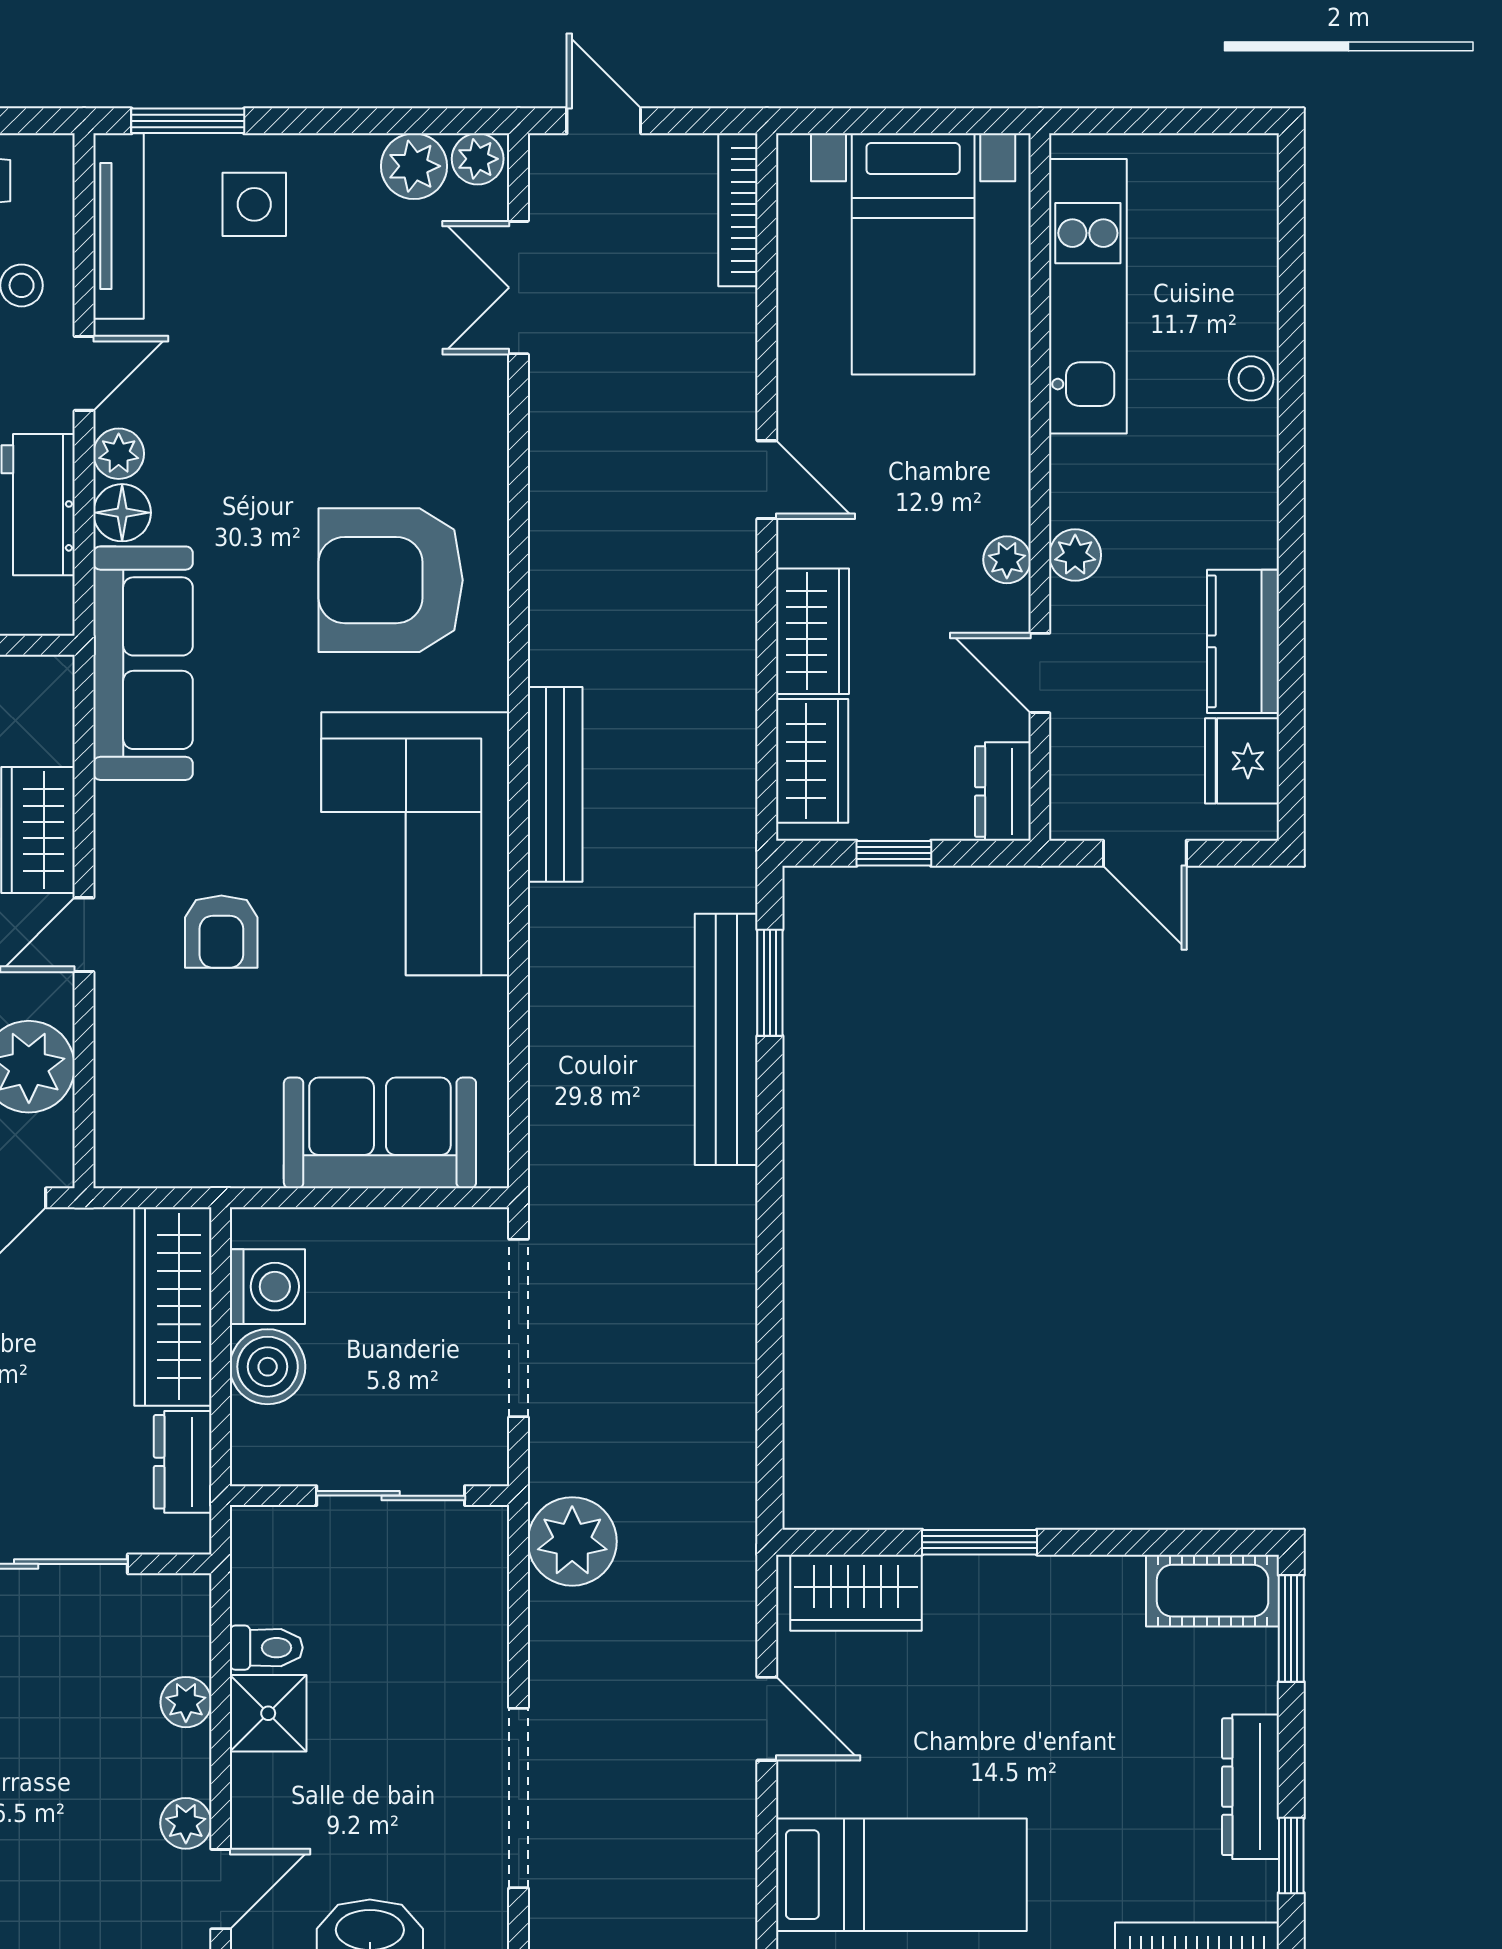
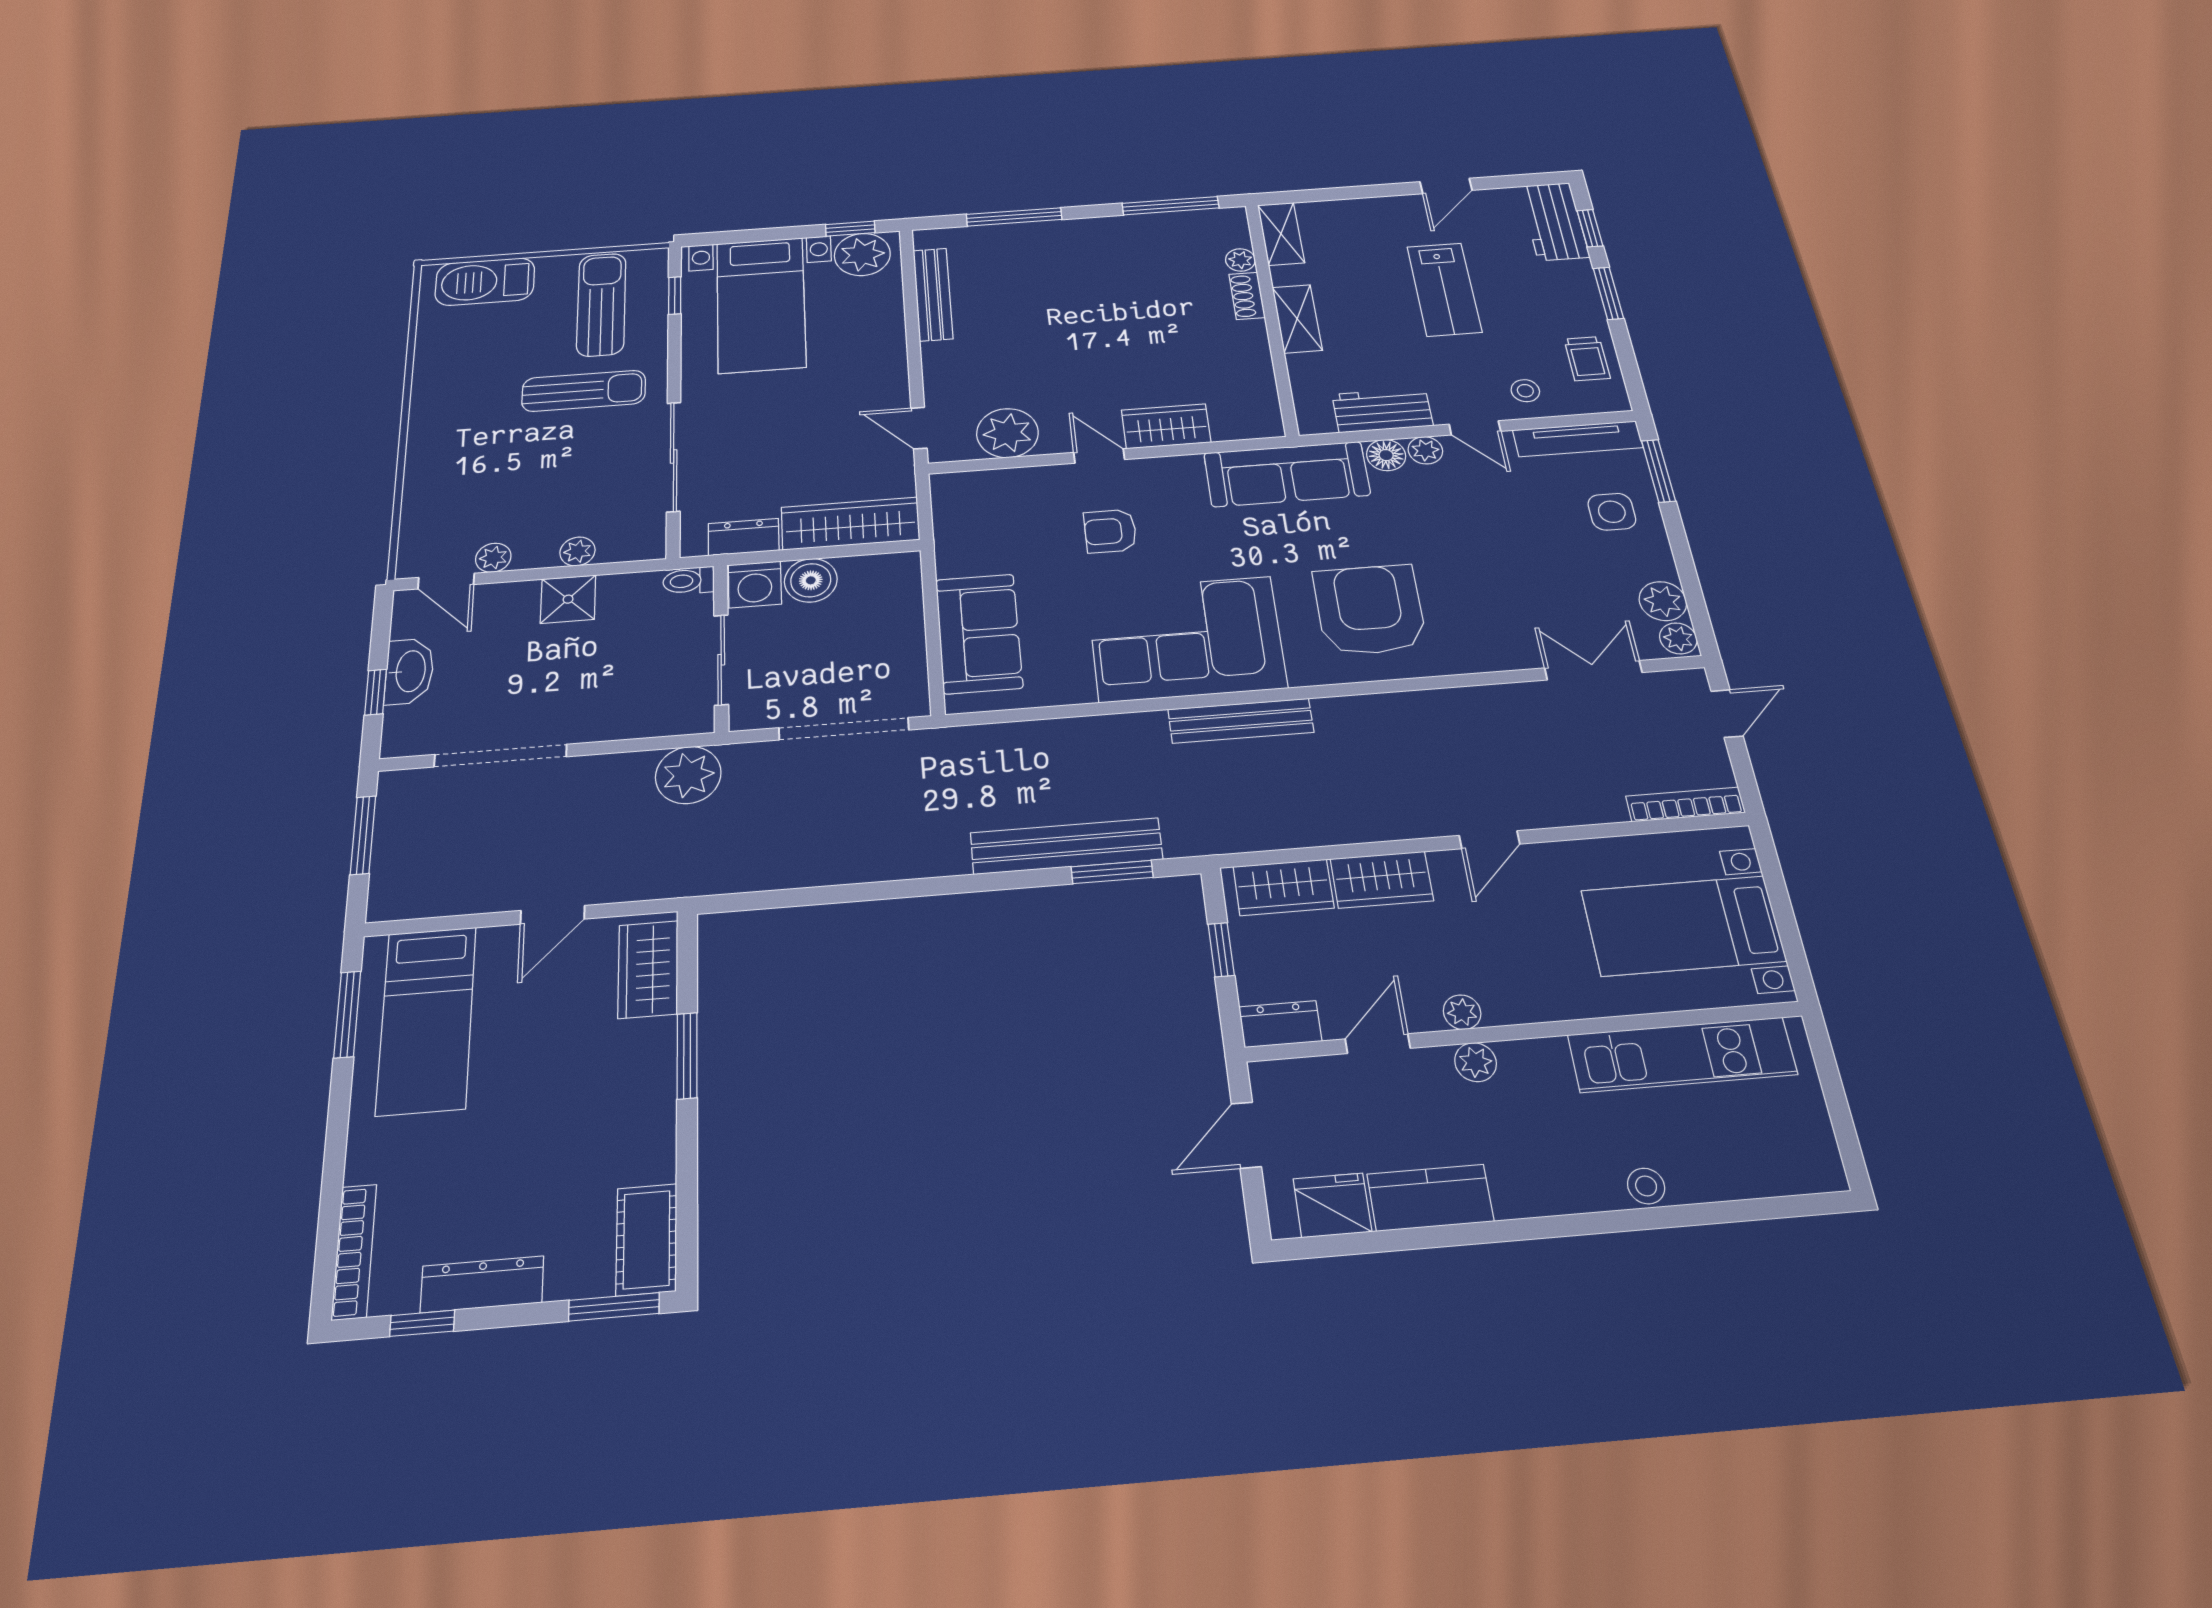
washing machine: (267, 1287) -> (755, 584), moved
toilet: (266, 1648) -> (689, 581), moved, turned 90

